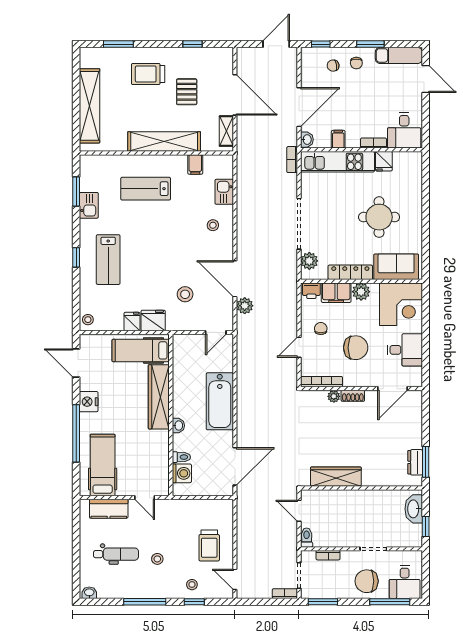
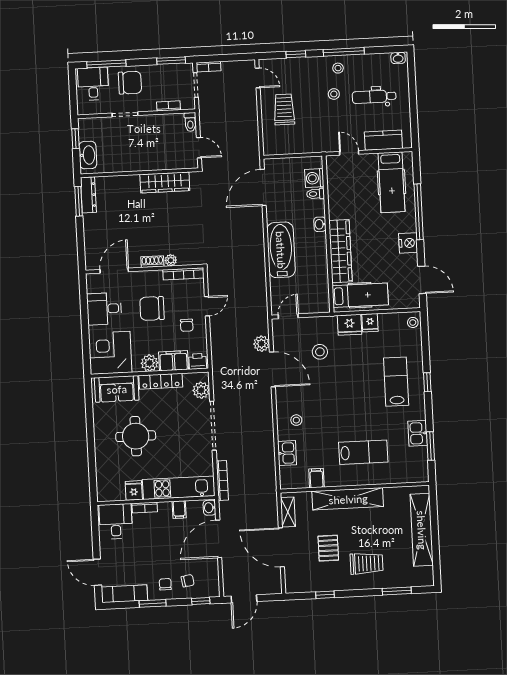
bookcase: (292, 160) -> (222, 480), width x1.56
dresser: (415, 462) -> (88, 195), width x1.44
stool: (192, 585) -> (338, 68), moved

